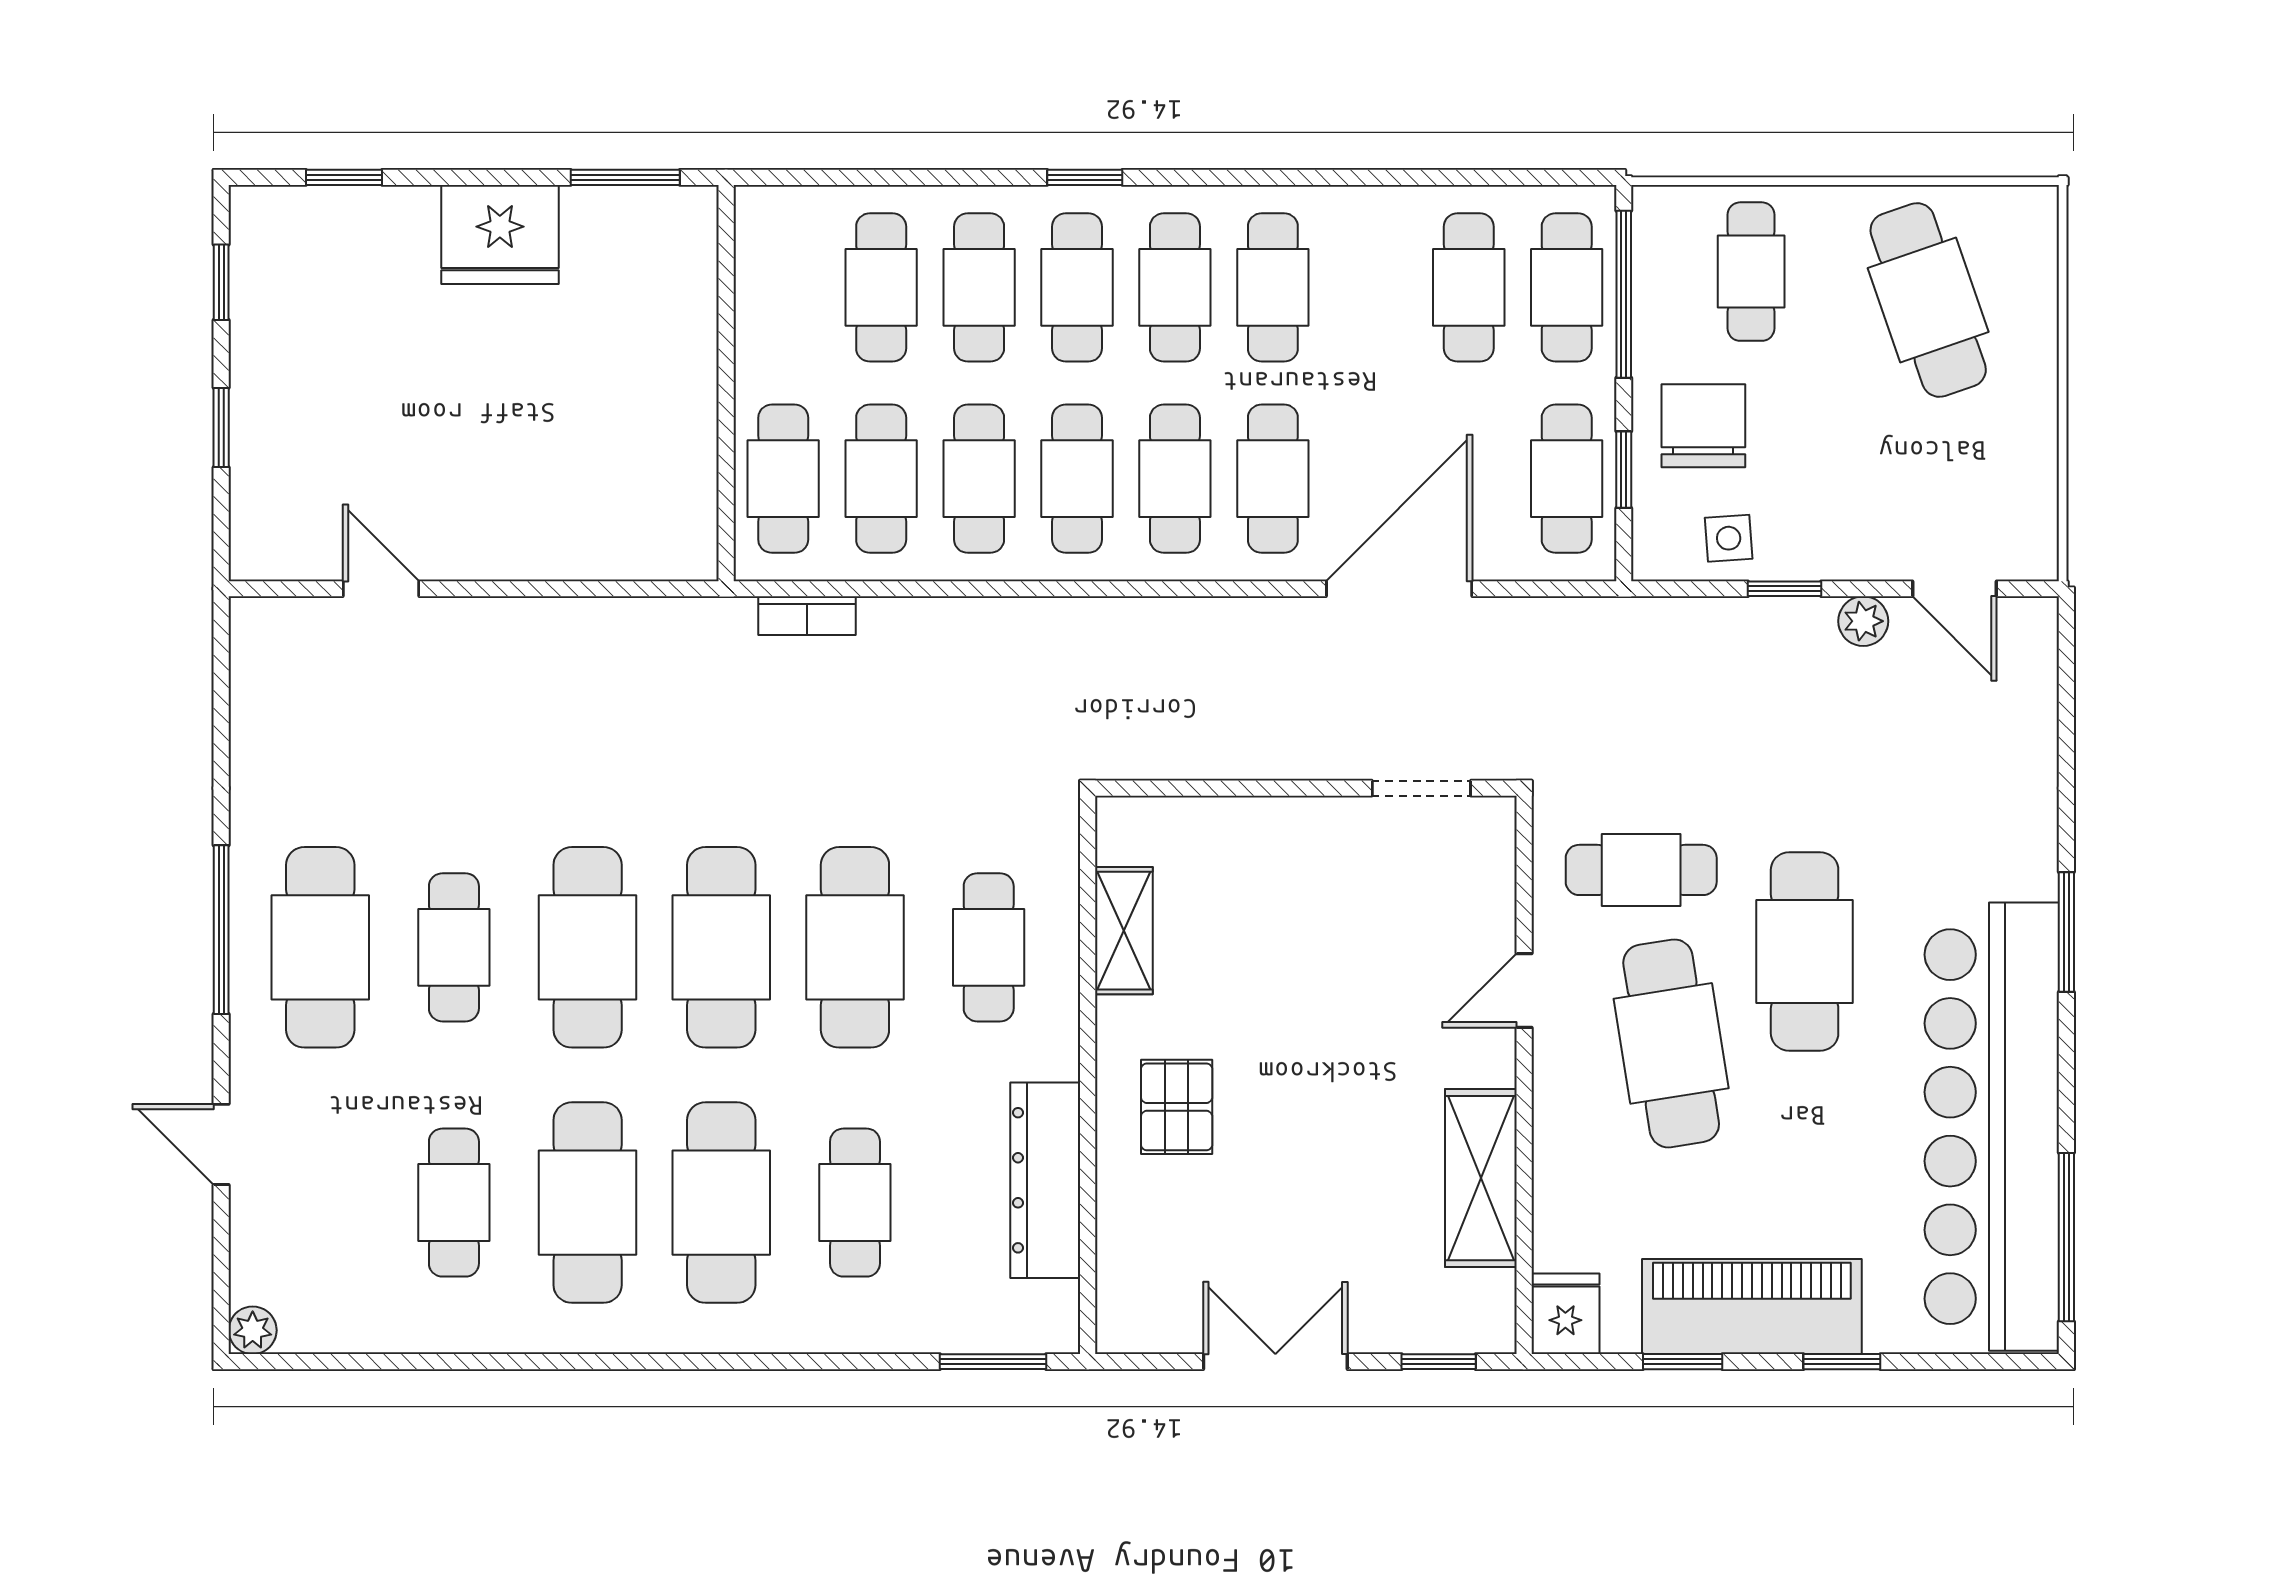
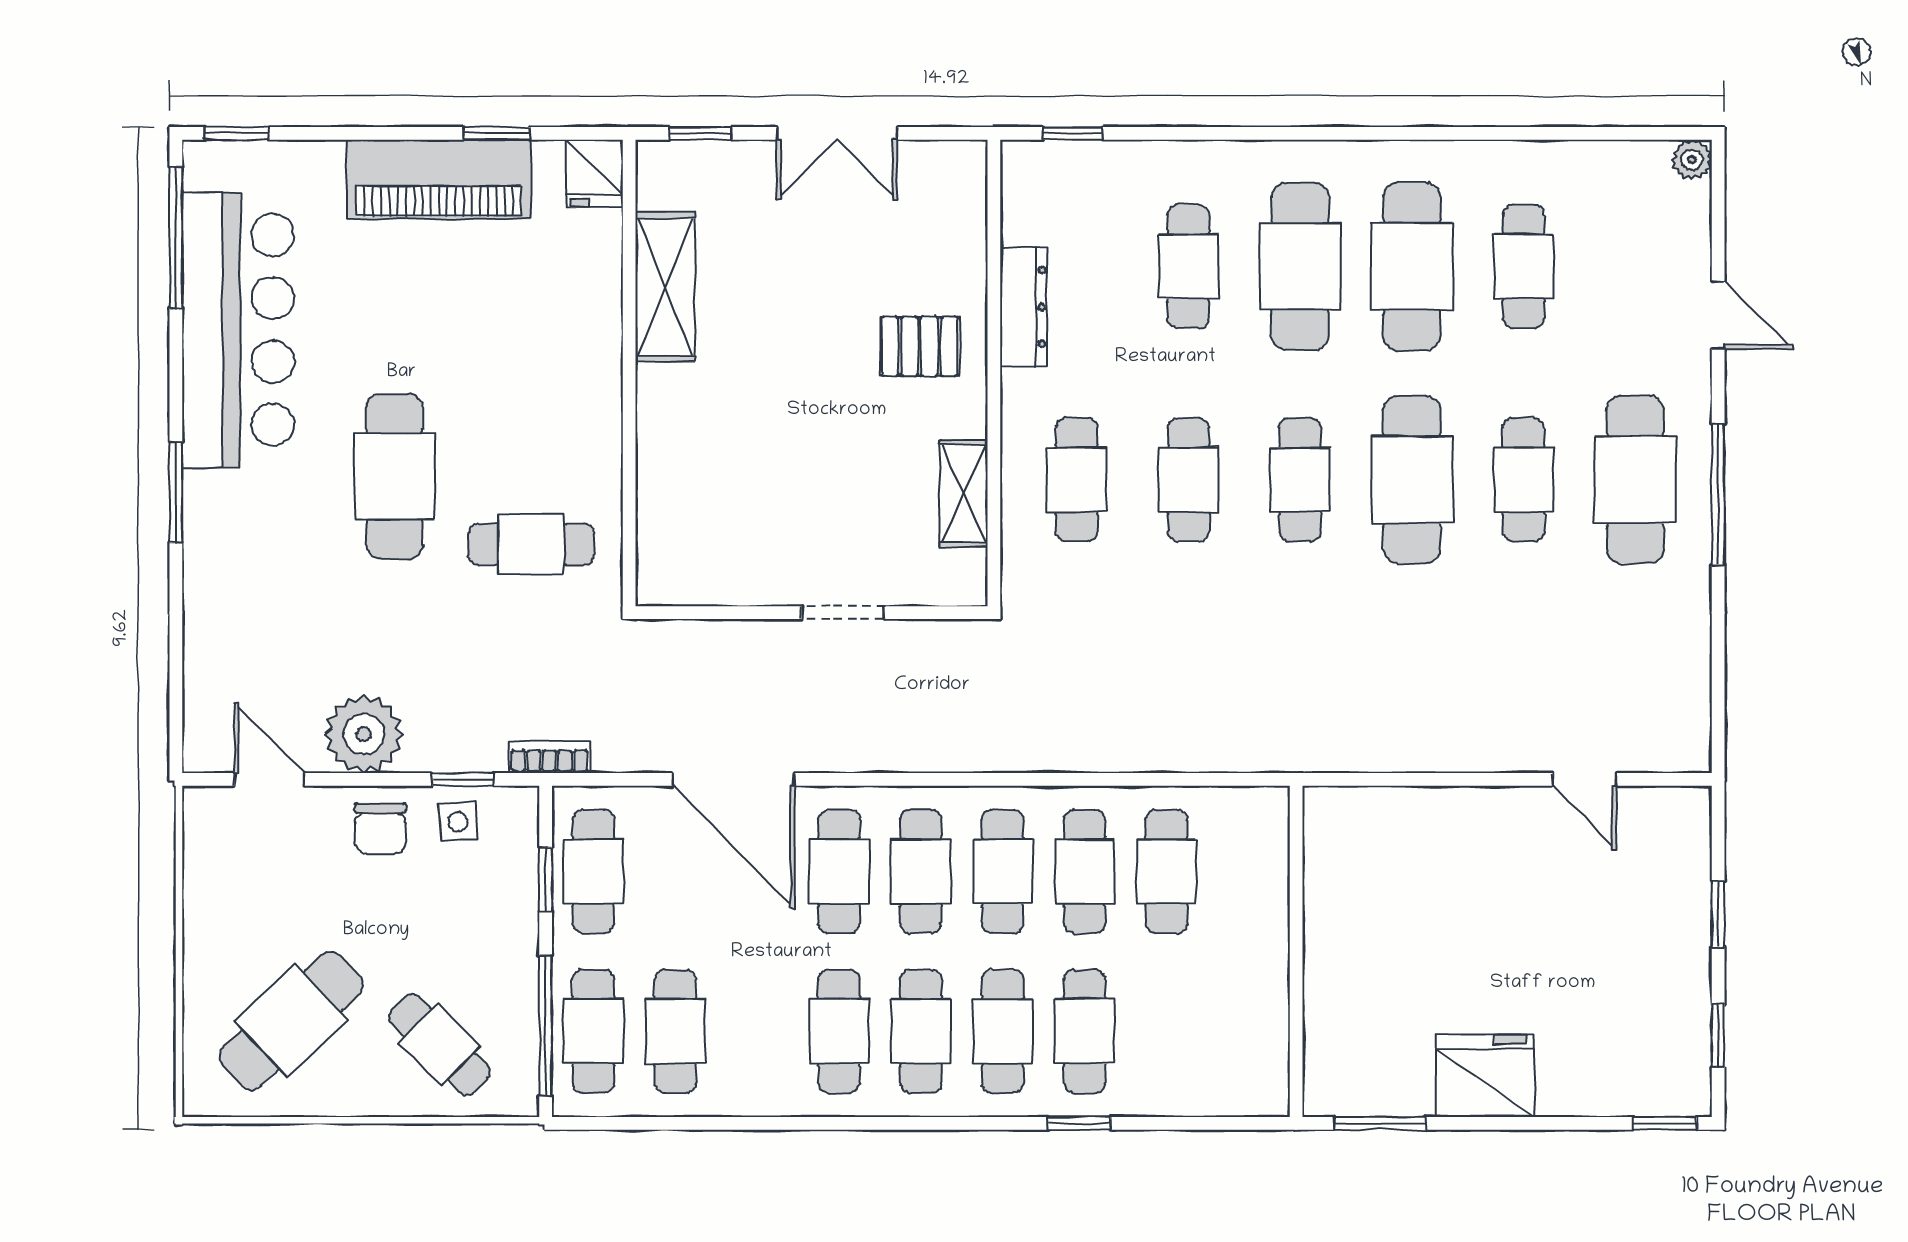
window: (344, 177) -> (1665, 1123), moved
window: (1085, 177) -> (1079, 1123), moved
cafe table: (1751, 272) -> (439, 1045), turned -45
cafe table: (881, 287) -> (1166, 1031), removed
cafe table: (1928, 300) -> (291, 1021), turned 66
chair: (1703, 426) -> (380, 828), moved, width x0.73, depth x0.73
cafe table: (783, 479) -> (1248, 871), removed
door: (1399, 589) -> (733, 779), hinge flipped
window: (1785, 589) -> (463, 779), moved
bookcase: (807, 616) -> (549, 757), moved
plant: (1863, 621) -> (364, 734), width x1.87, depth x1.87
doorway: (1421, 788) -> (843, 613), moved
cafe table: (721, 947) -> (1300, 480), width x0.73, depth x0.74
cafe table: (855, 947) -> (1188, 480), width x0.73, depth x0.74
door: (1524, 991) -> (629, 444), removed
cafe table: (1671, 1043) -> (506, 399), removed
pallet: (1177, 1107) -> (920, 346), turned 90
bar counter: (1992, 1127) -> (238, 330), width x0.73
dresser: (1045, 1180) -> (1024, 307), width x0.73, depth x0.80
window: (993, 1362) -> (1073, 133), width x0.67
window: (1842, 1362) -> (236, 133), moved

